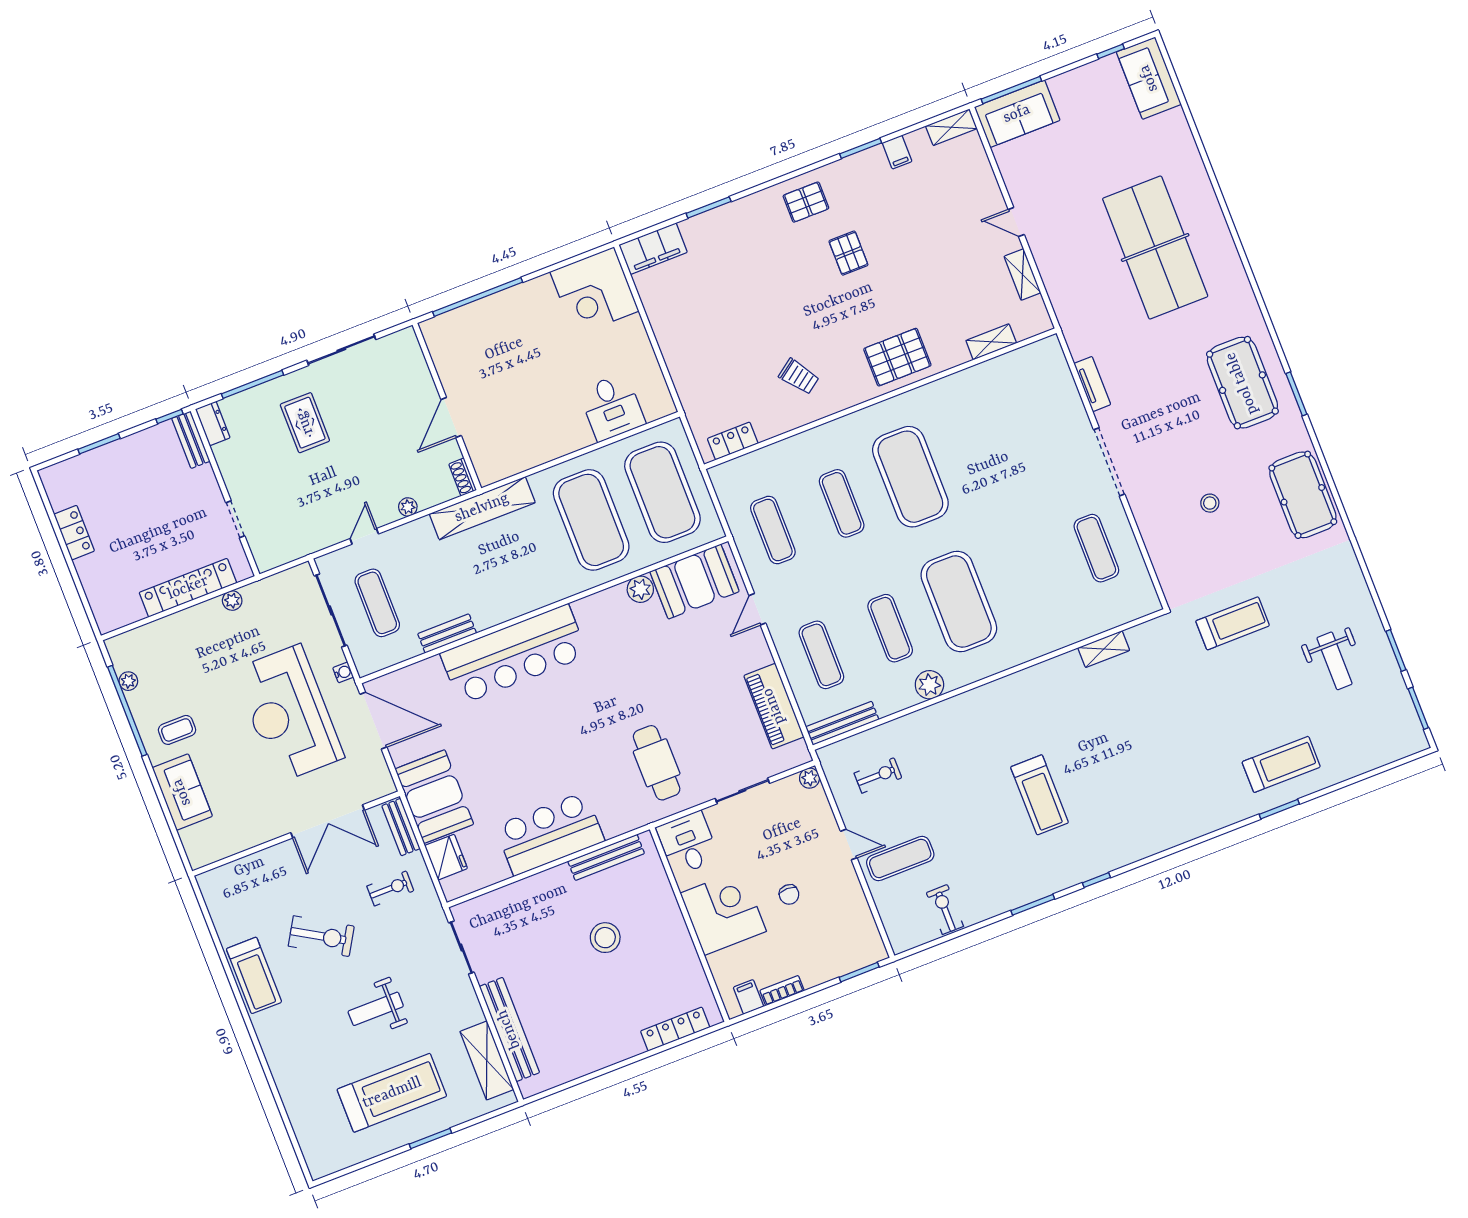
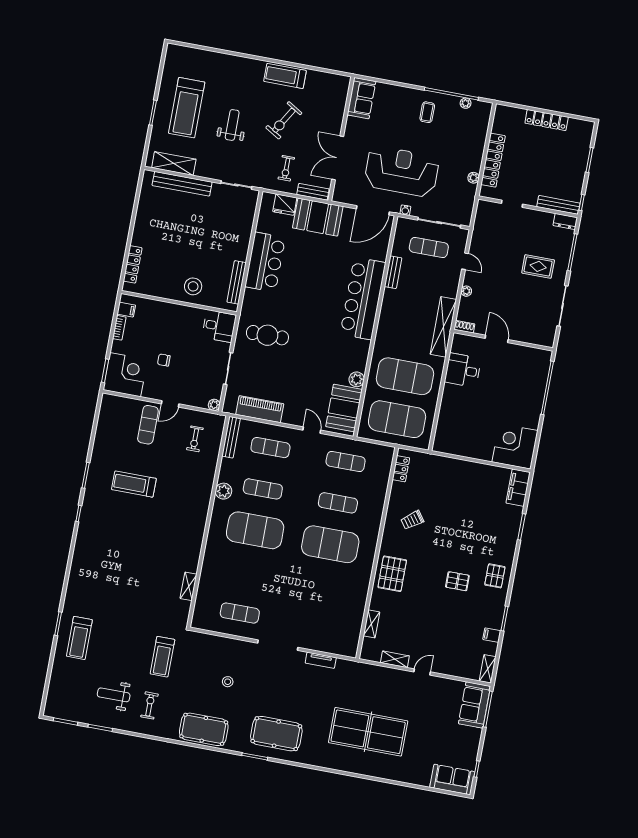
desk: (612, 407) -> (463, 370), moved
bench: (191, 440) -> (558, 205), width x1.36
locker: (74, 533) -> (547, 120), width x1.53
sofa: (182, 792) -> (361, 98), moved, turned -90
treadmill: (1040, 795) -> (134, 484), moved
exercise bike: (945, 909) -> (149, 705), moved, turned -90
corner desk: (723, 912) -> (125, 375), moved, turned -90
stool: (605, 938) -> (193, 286), moved

